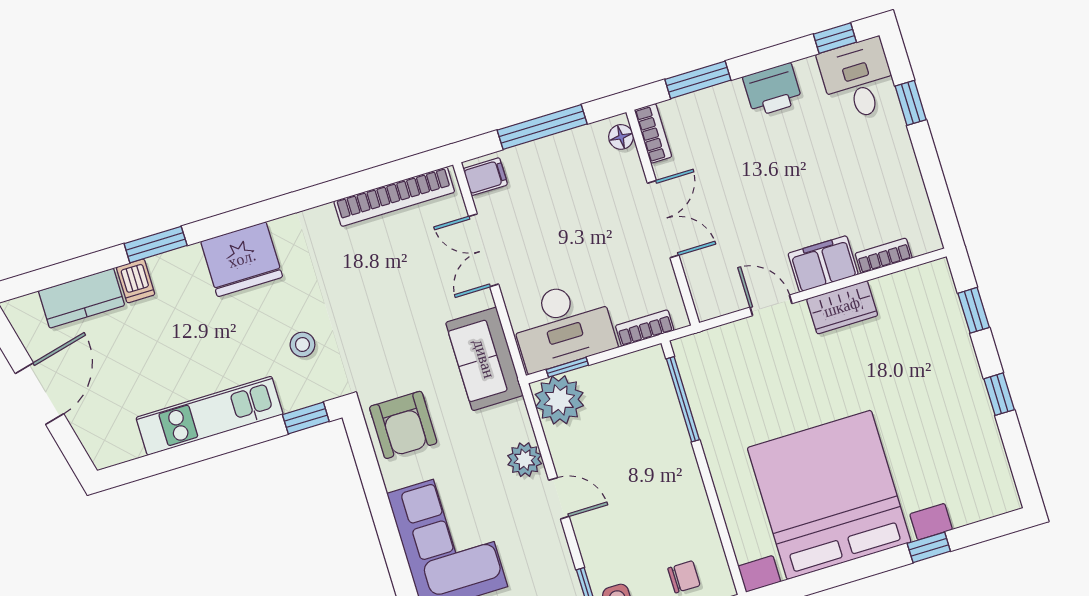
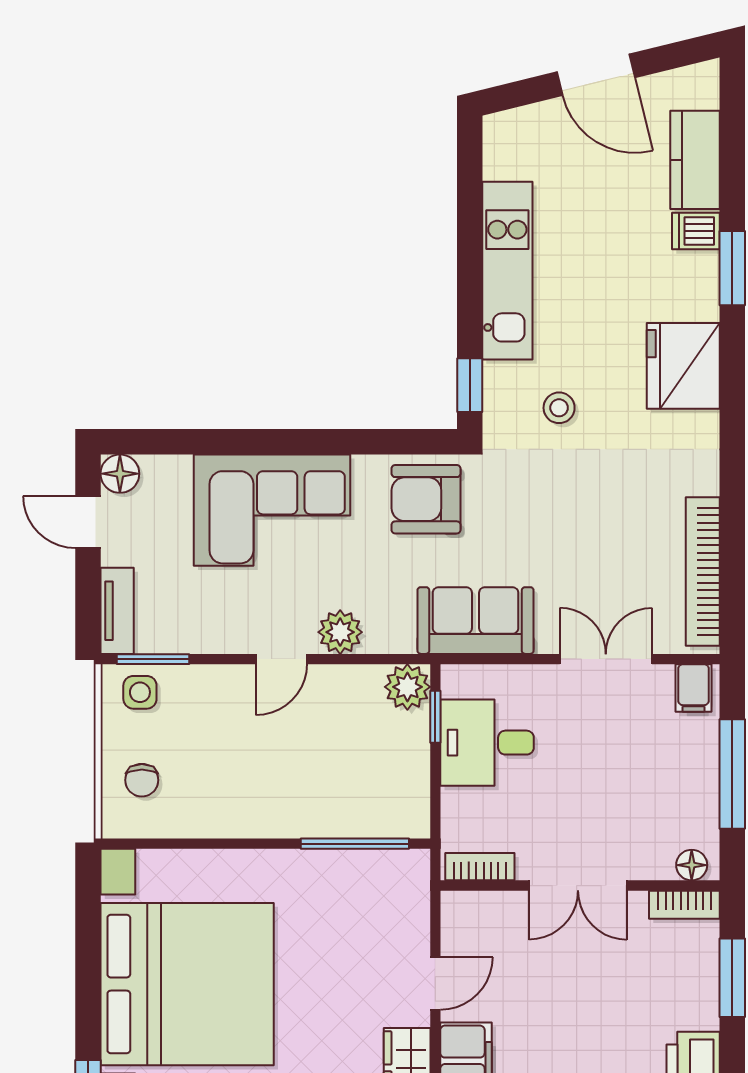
desk: (563, 326) -> (487, 743), width x0.73
bookcase: (645, 328) -> (480, 867), moved, turned -90
plant: (559, 400) -> (407, 687), width x0.73, depth x0.73

